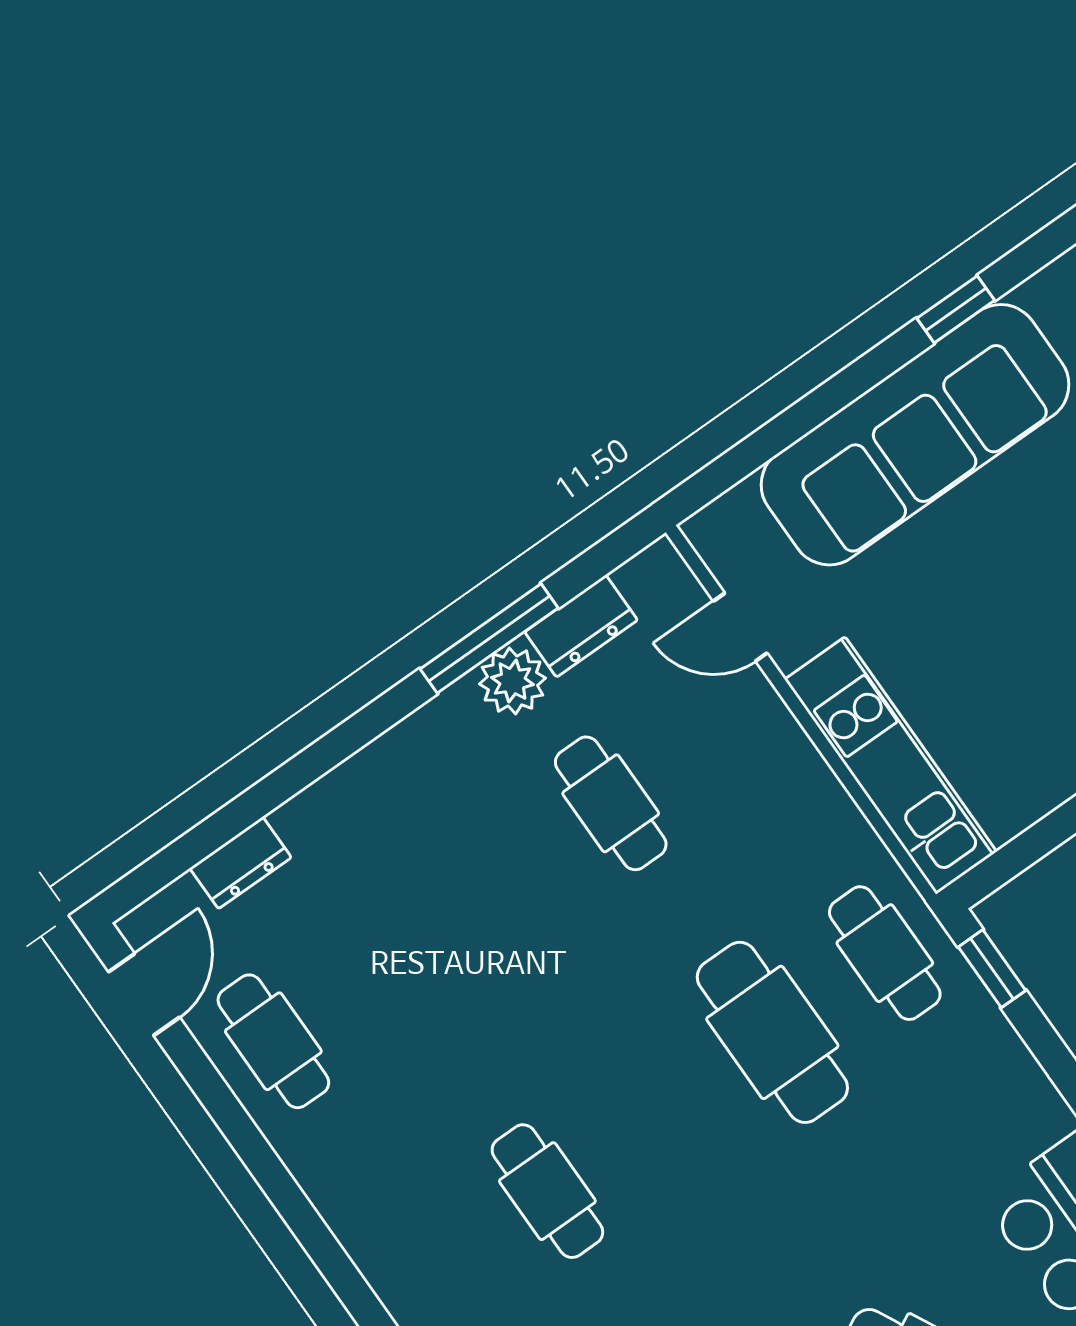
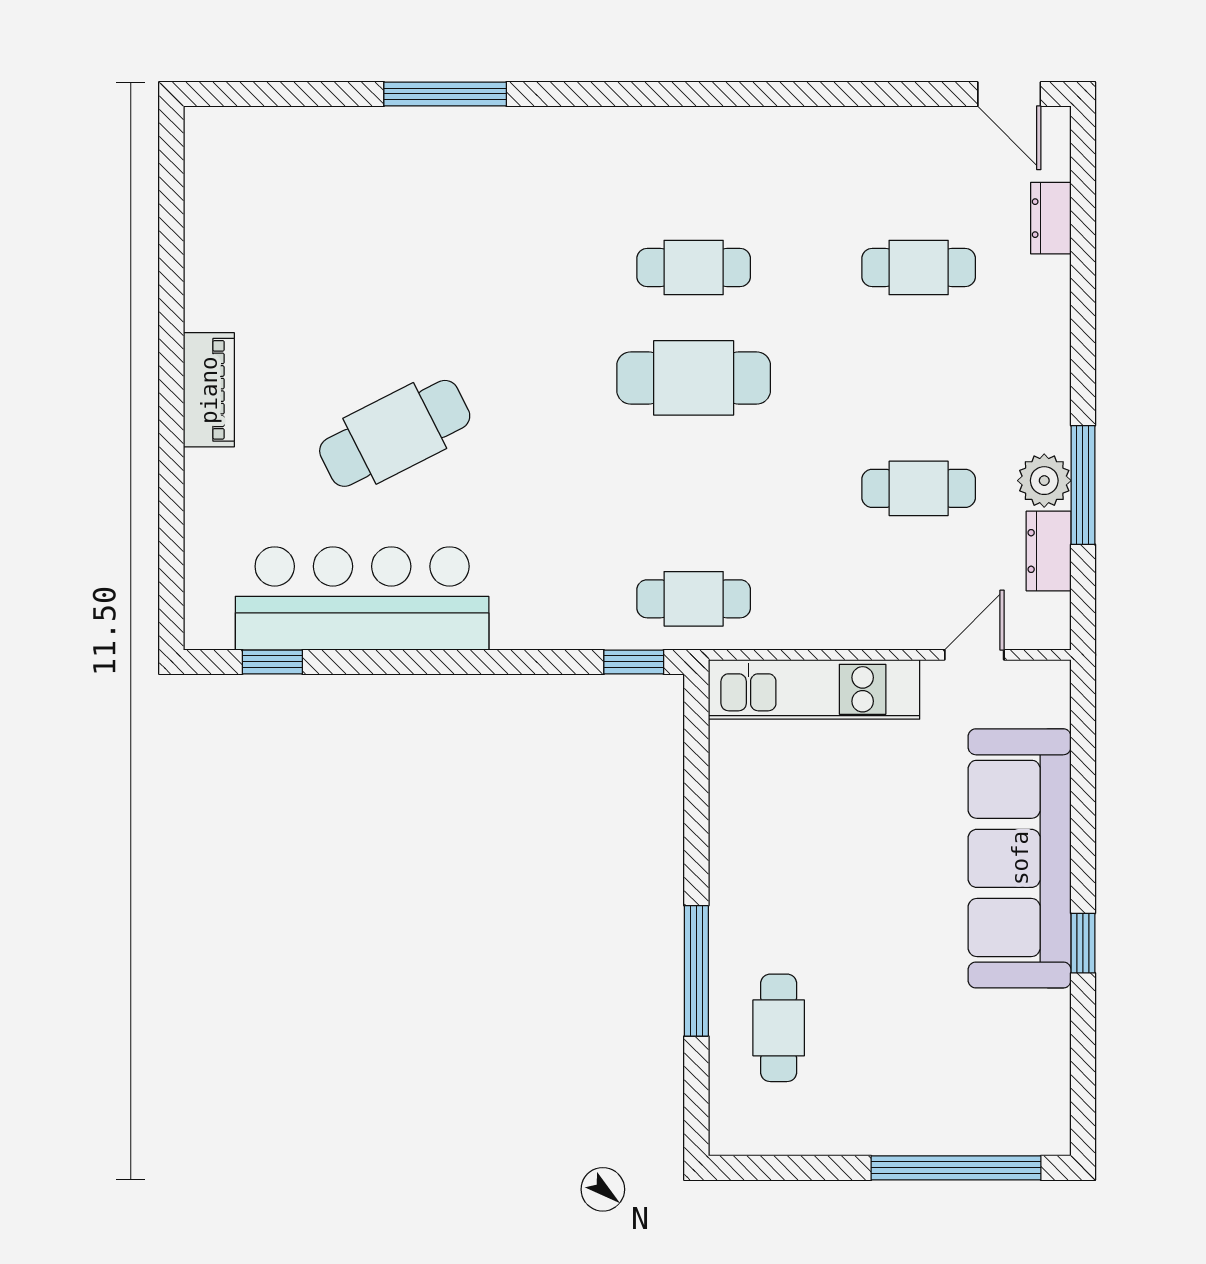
cafe table: (772, 1032) -> (694, 378), moved
cafe table: (273, 1041) -> (919, 268), moved

